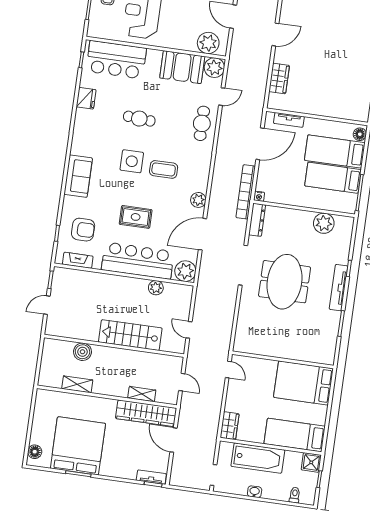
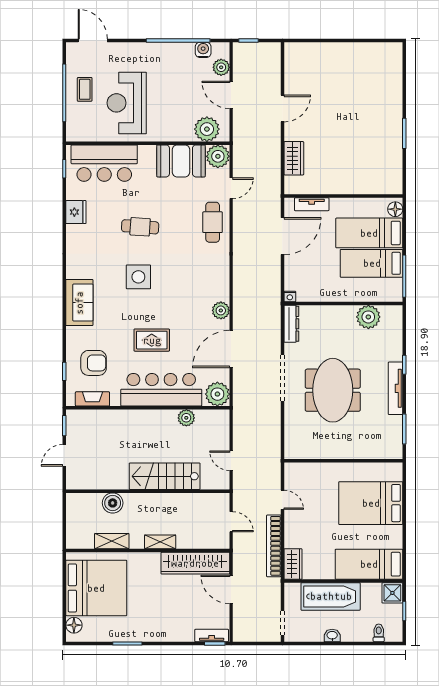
coffee table: (164, 169) -> (176, 281), removed
bookcase: (246, 192) -> (274, 546), moved
wall: (283, 360) -> (343, 461), moved
shelving: (142, 394) -> (160, 542), moved
bed: (78, 446) -> (96, 588), moved, turned 90

